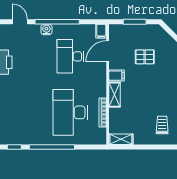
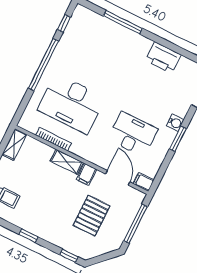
window: (57, 22) -> (178, 139), width x0.47
window: (135, 22) -> (136, 224), width x1.44
pallet: (145, 57) -> (92, 216), width x1.50, depth x1.42
desk: (70, 112) -> (71, 104), turned 180

